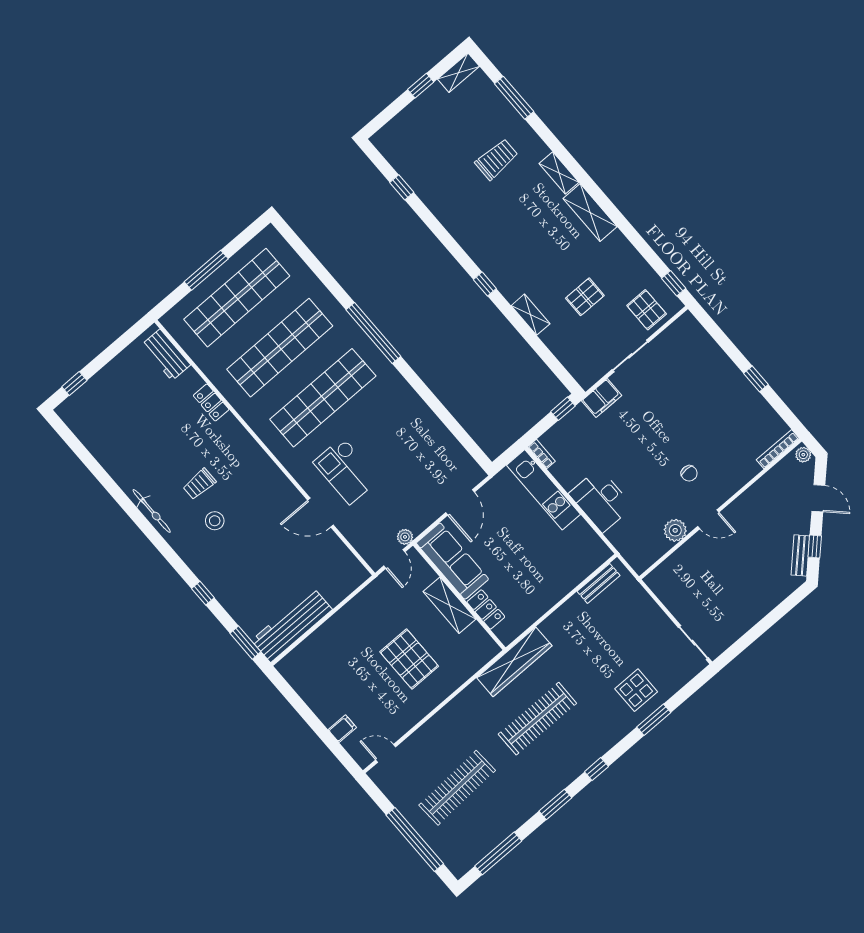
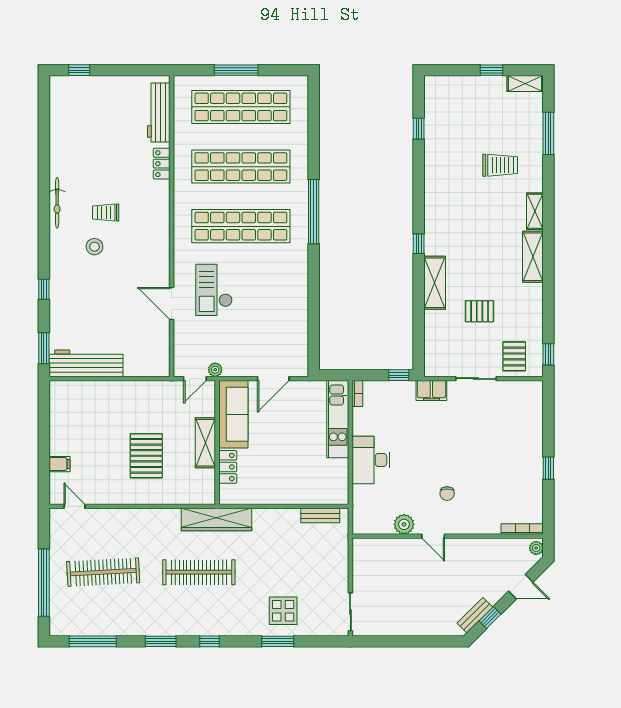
shelving: (531, 315) -> (435, 283), width x1.50, depth x1.33
workbench: (166, 355) -> (159, 113), width x1.38
door: (818, 498) -> (521, 587), hinge flipped

